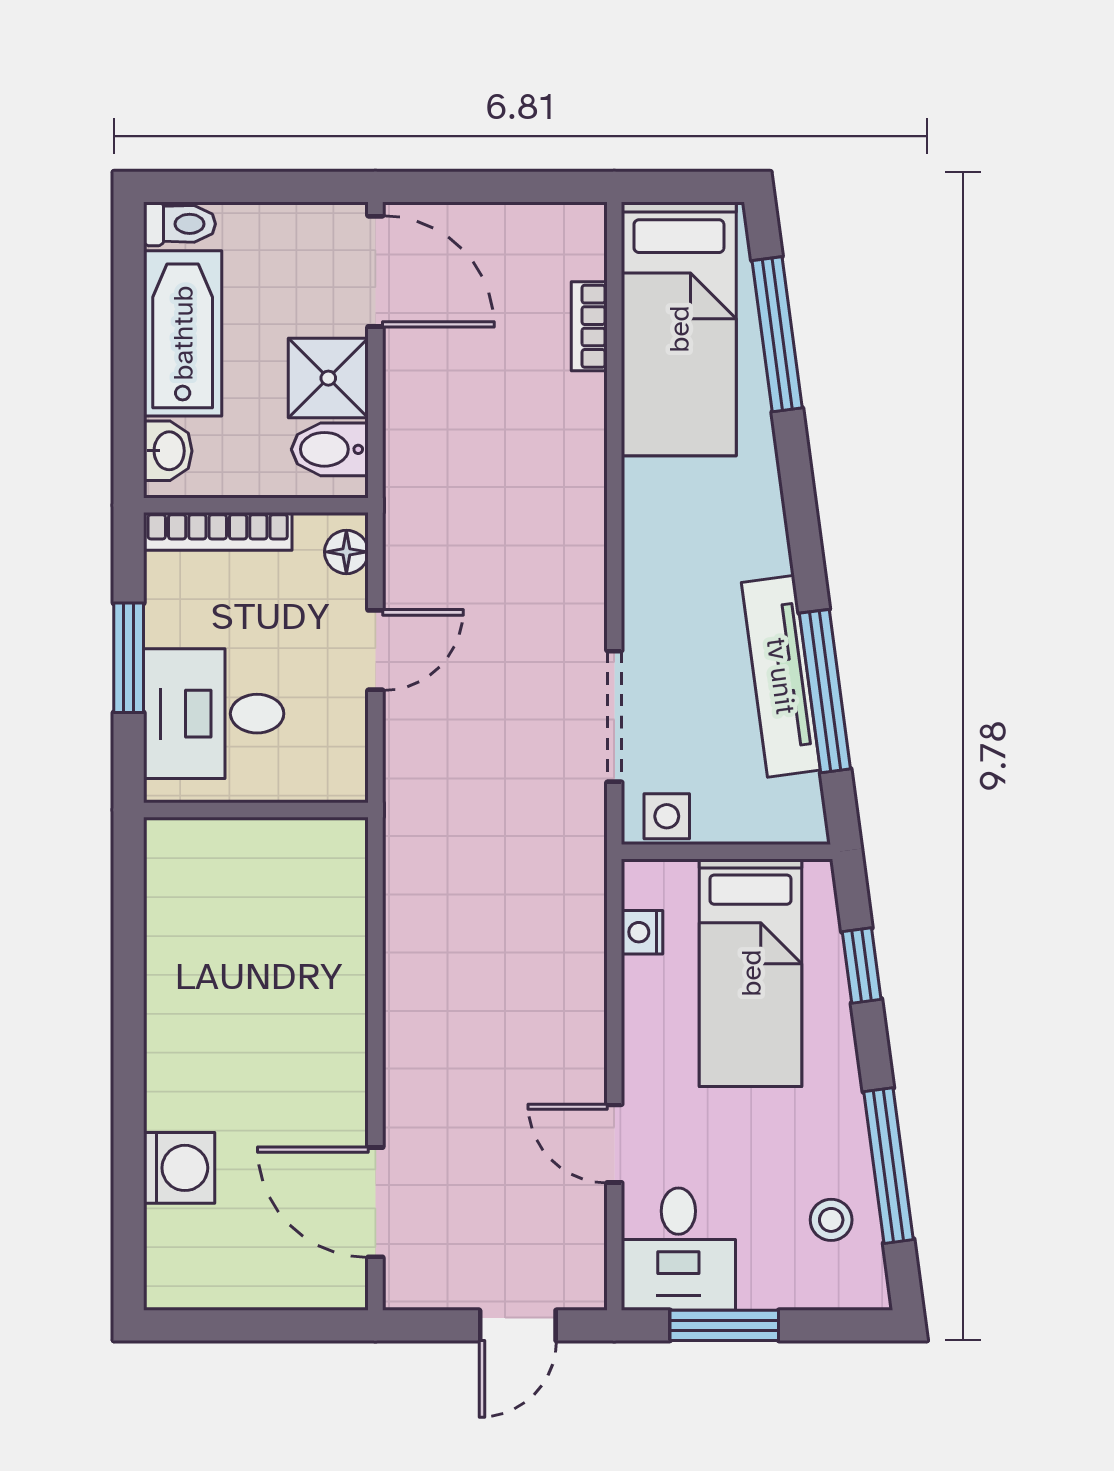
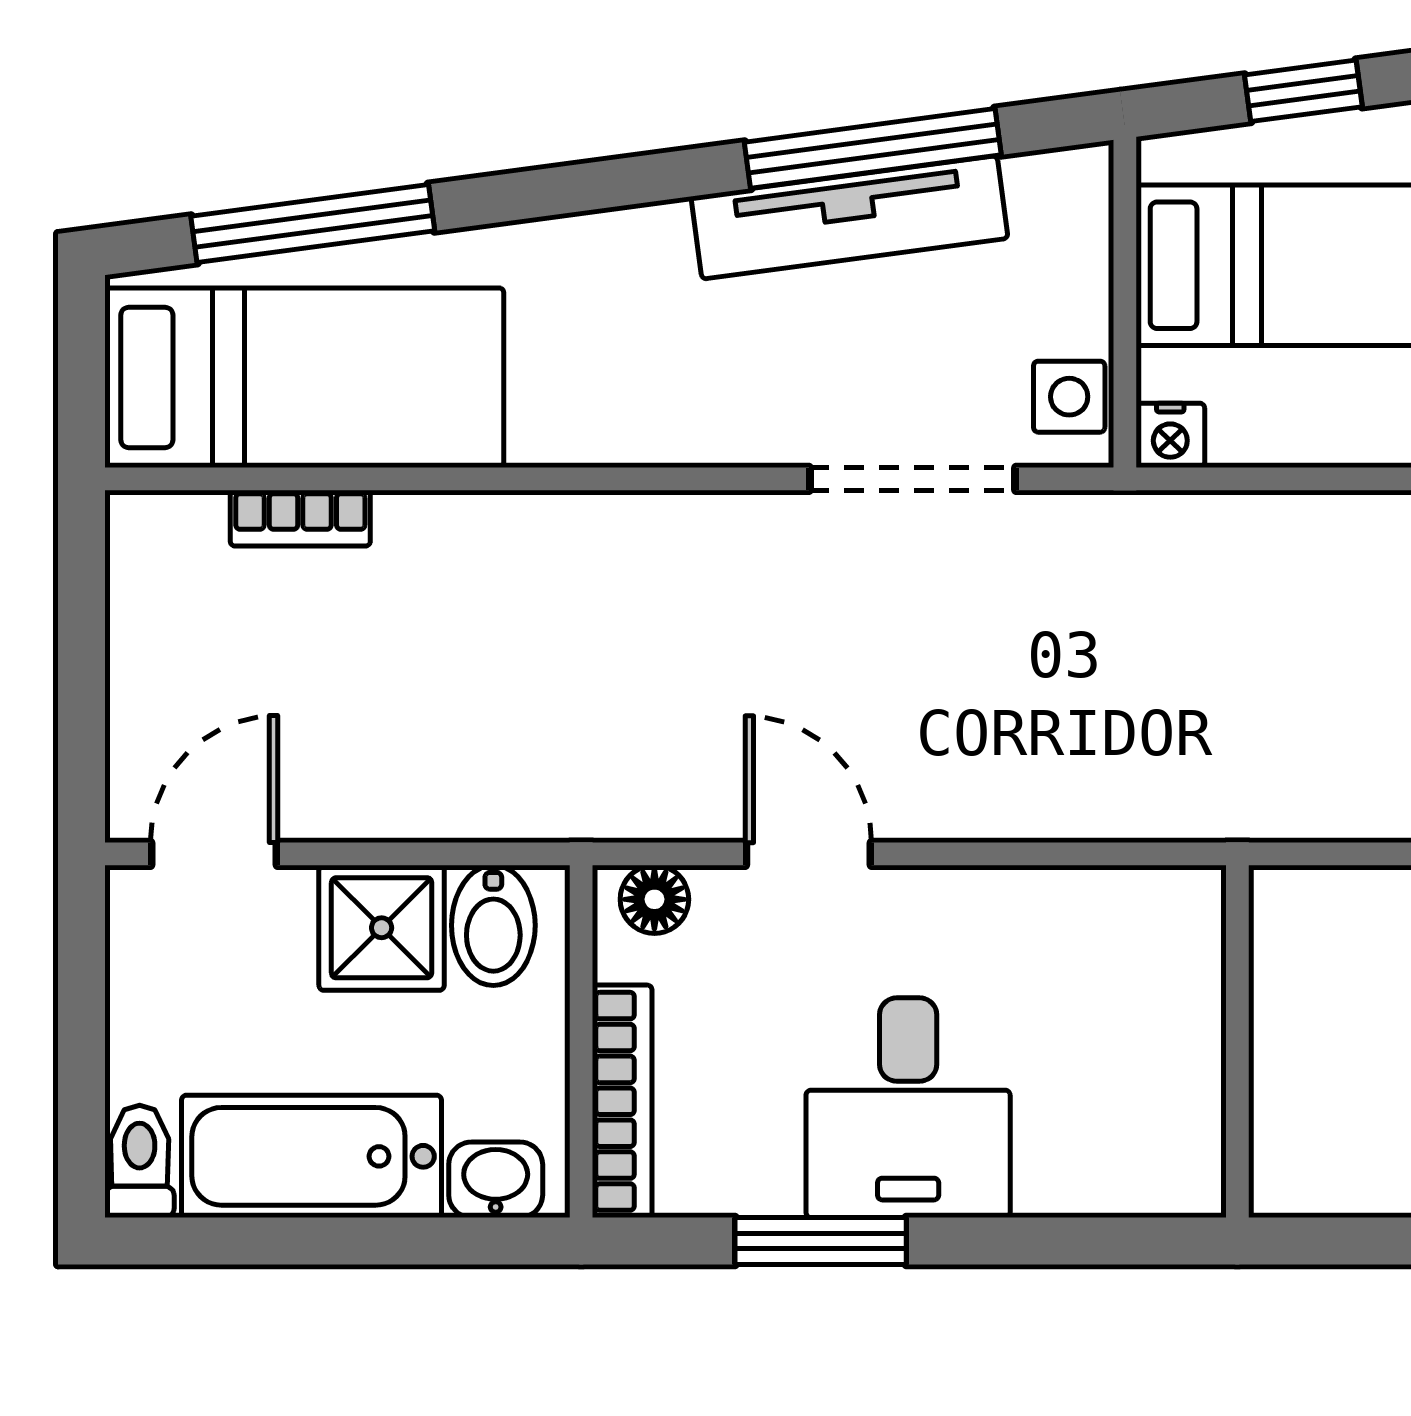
door: (375, 271) -> (214, 854), width x0.73
wall: (256, 810) -> (1237, 1041), moved
nightstand: (642, 932) -> (1170, 435), moved

